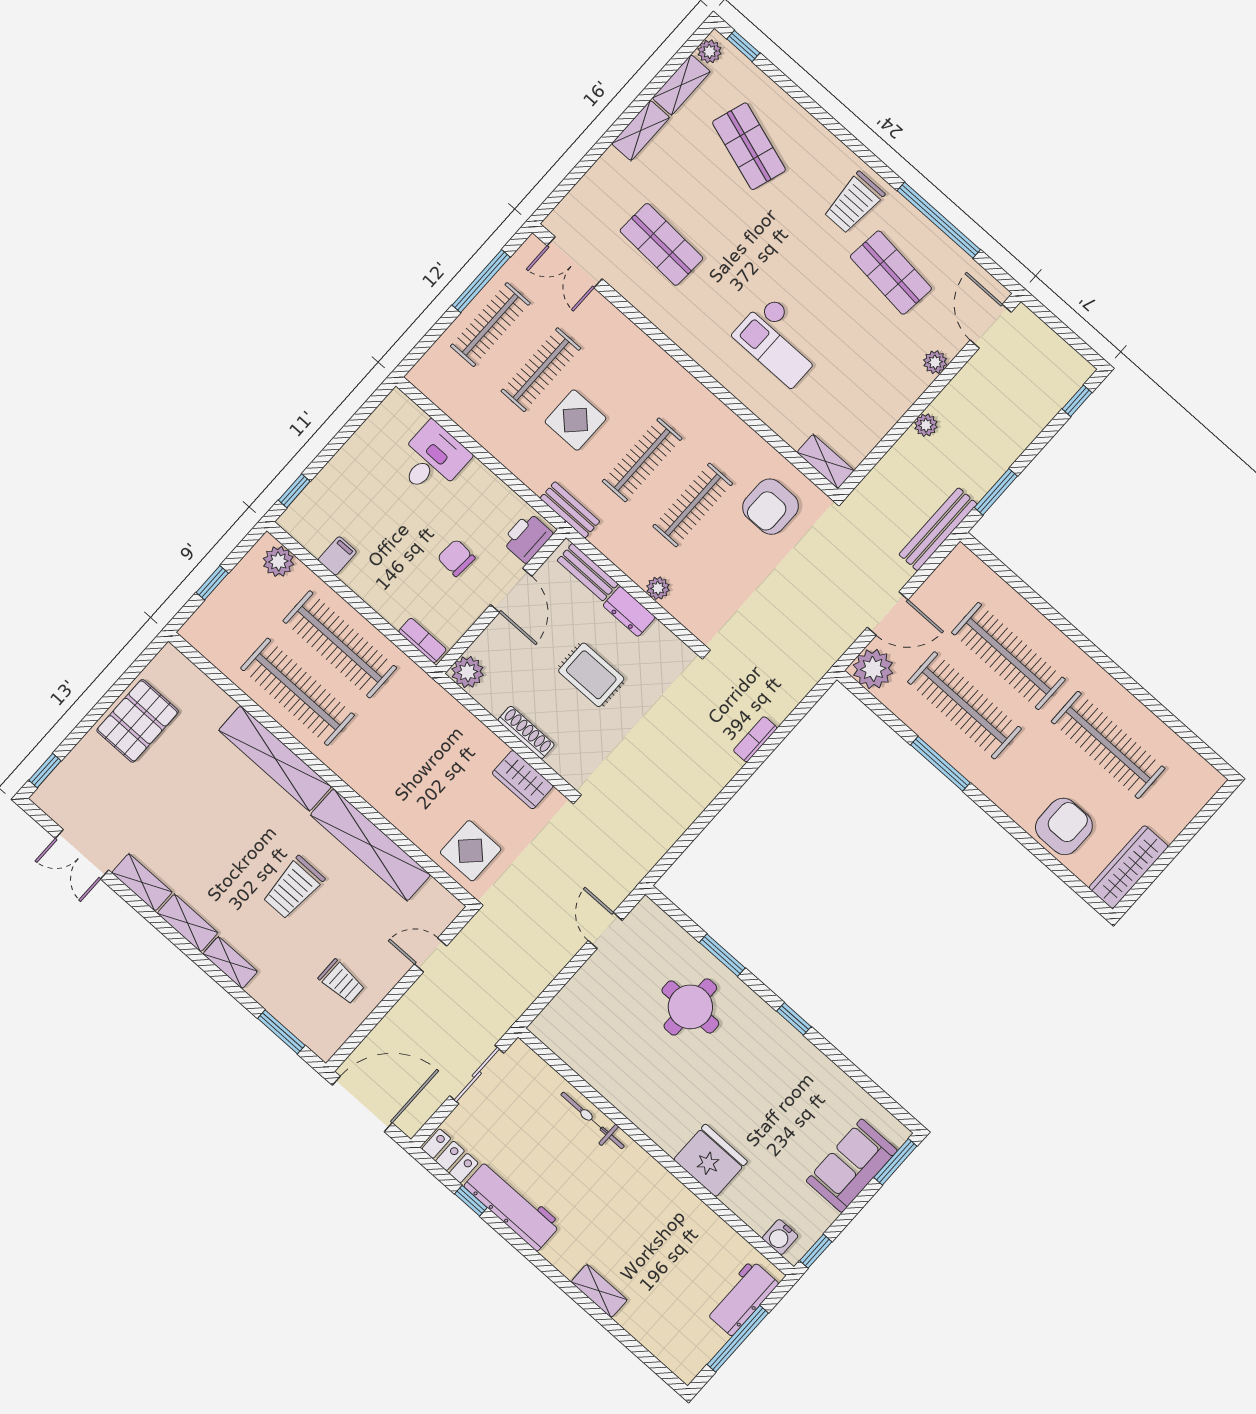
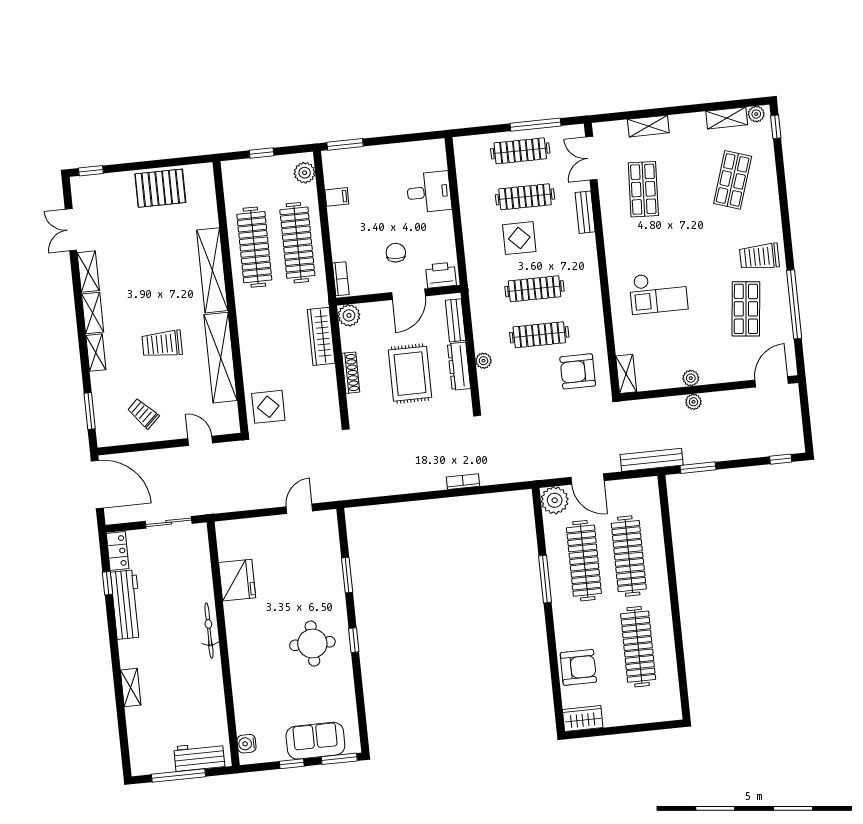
shelving: (641, 131) -> (648, 126), moved
checkout: (780, 341) -> (658, 292), turned -90
plant: (935, 362) -> (691, 378), moved
window: (294, 491) -> (345, 144), width x1.50
bench: (570, 510) -> (585, 212), moved
dresser: (629, 611) -> (459, 366), width x1.44
rug: (591, 675) -> (410, 374), width x1.36, depth x1.43
wardrobe: (523, 780) -> (321, 336), moved, width x1.50
wardrobe: (1128, 867) -> (583, 719), width x0.67
trolley: (342, 982) -> (143, 413), turned 137
round table: (690, 1007) -> (312, 644), moved
bicycle: (593, 1120) -> (209, 631), moved
fridge: (711, 1160) -> (237, 580), moved
window: (816, 1251) -> (292, 764), moved

